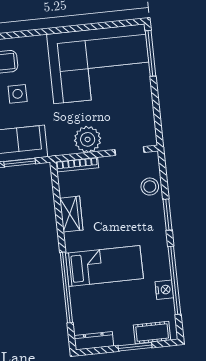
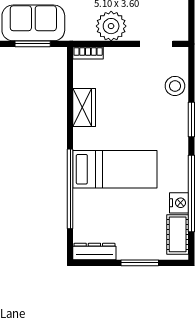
bookcase: (77, 165) -> (88, 53), width x0.64
cot: (152, 333) -> (178, 234), moved, turned 90

